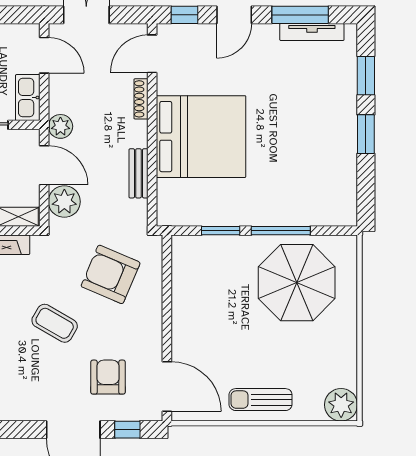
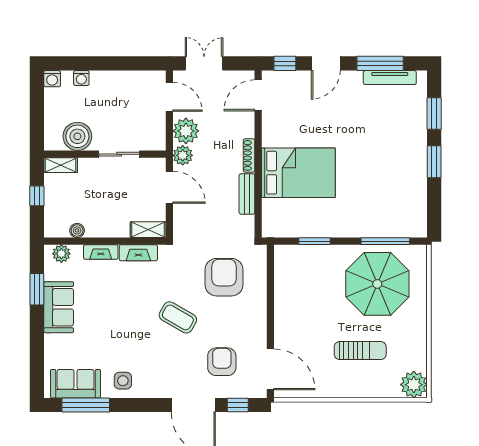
kitchen sink: (28, 98) -> (156, 132), removed
shoe rack: (141, 99) -> (249, 155), moved
bed: (201, 137) -> (298, 173), width x0.73
plant: (64, 202) -> (186, 131), moved
window: (281, 231) -> (385, 241), moved
armchair: (111, 274) -> (224, 277), turned 67
sun lounger: (261, 400) -> (360, 351), moved, turned 180

